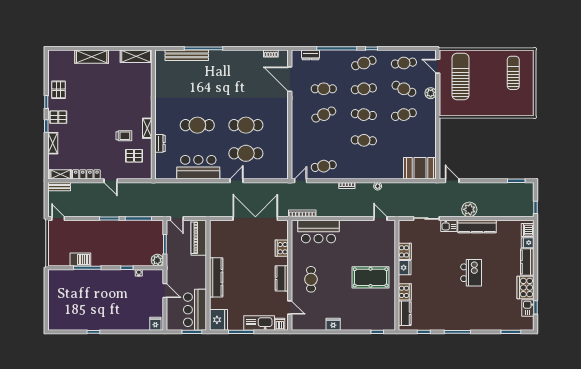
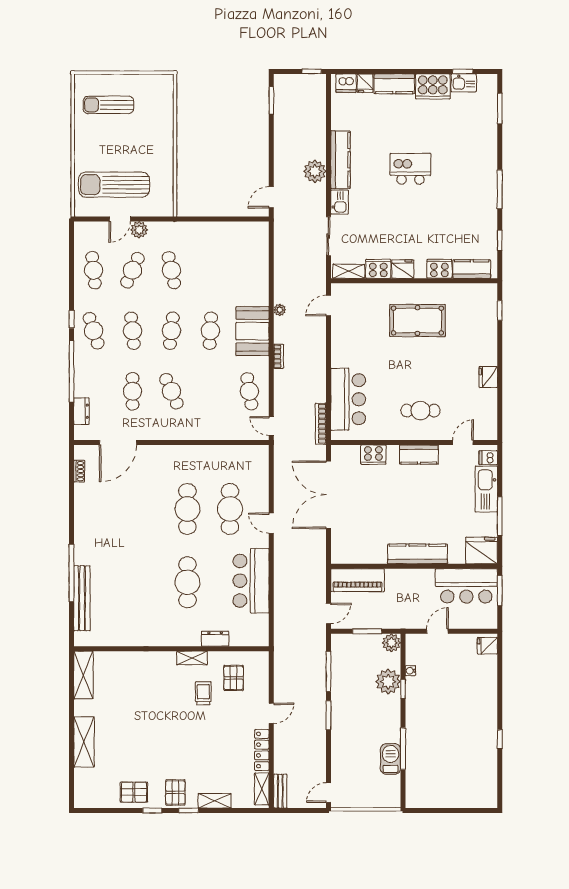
door: (438, 66) -> (120, 219), moved
booth: (420, 168) -> (252, 331), moved
shelving: (403, 232) -> (349, 271), added
plant: (132, 258) -> (388, 682), added
pool table: (371, 277) -> (417, 321), turned 90

